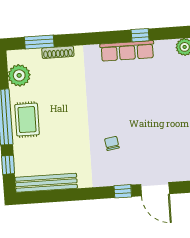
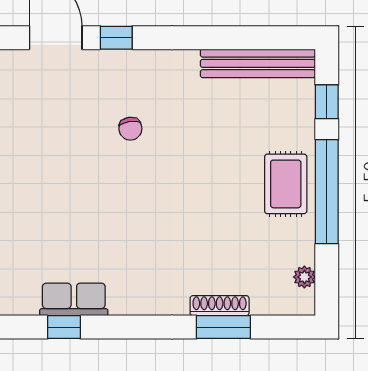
window: (39, 42) -> (223, 327), moved
row of seats: (127, 51) -> (74, 299), width x0.68
plant: (19, 75) -> (304, 277), width x0.53, depth x0.53

